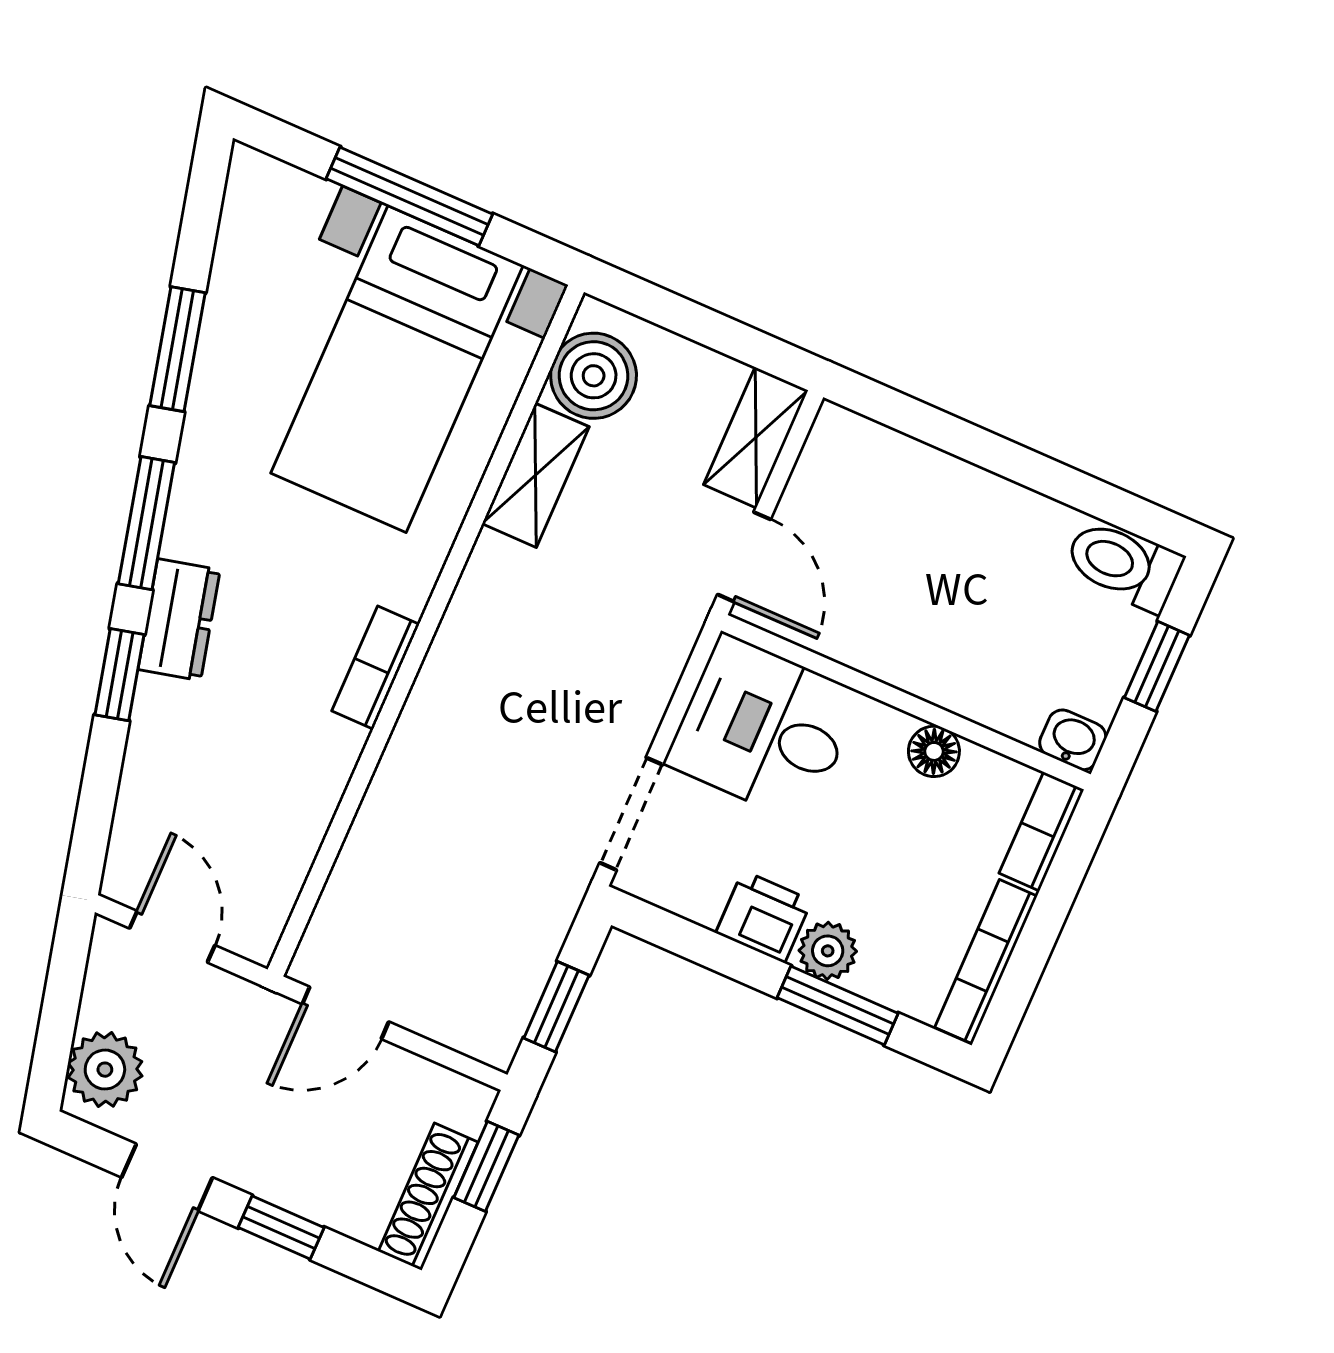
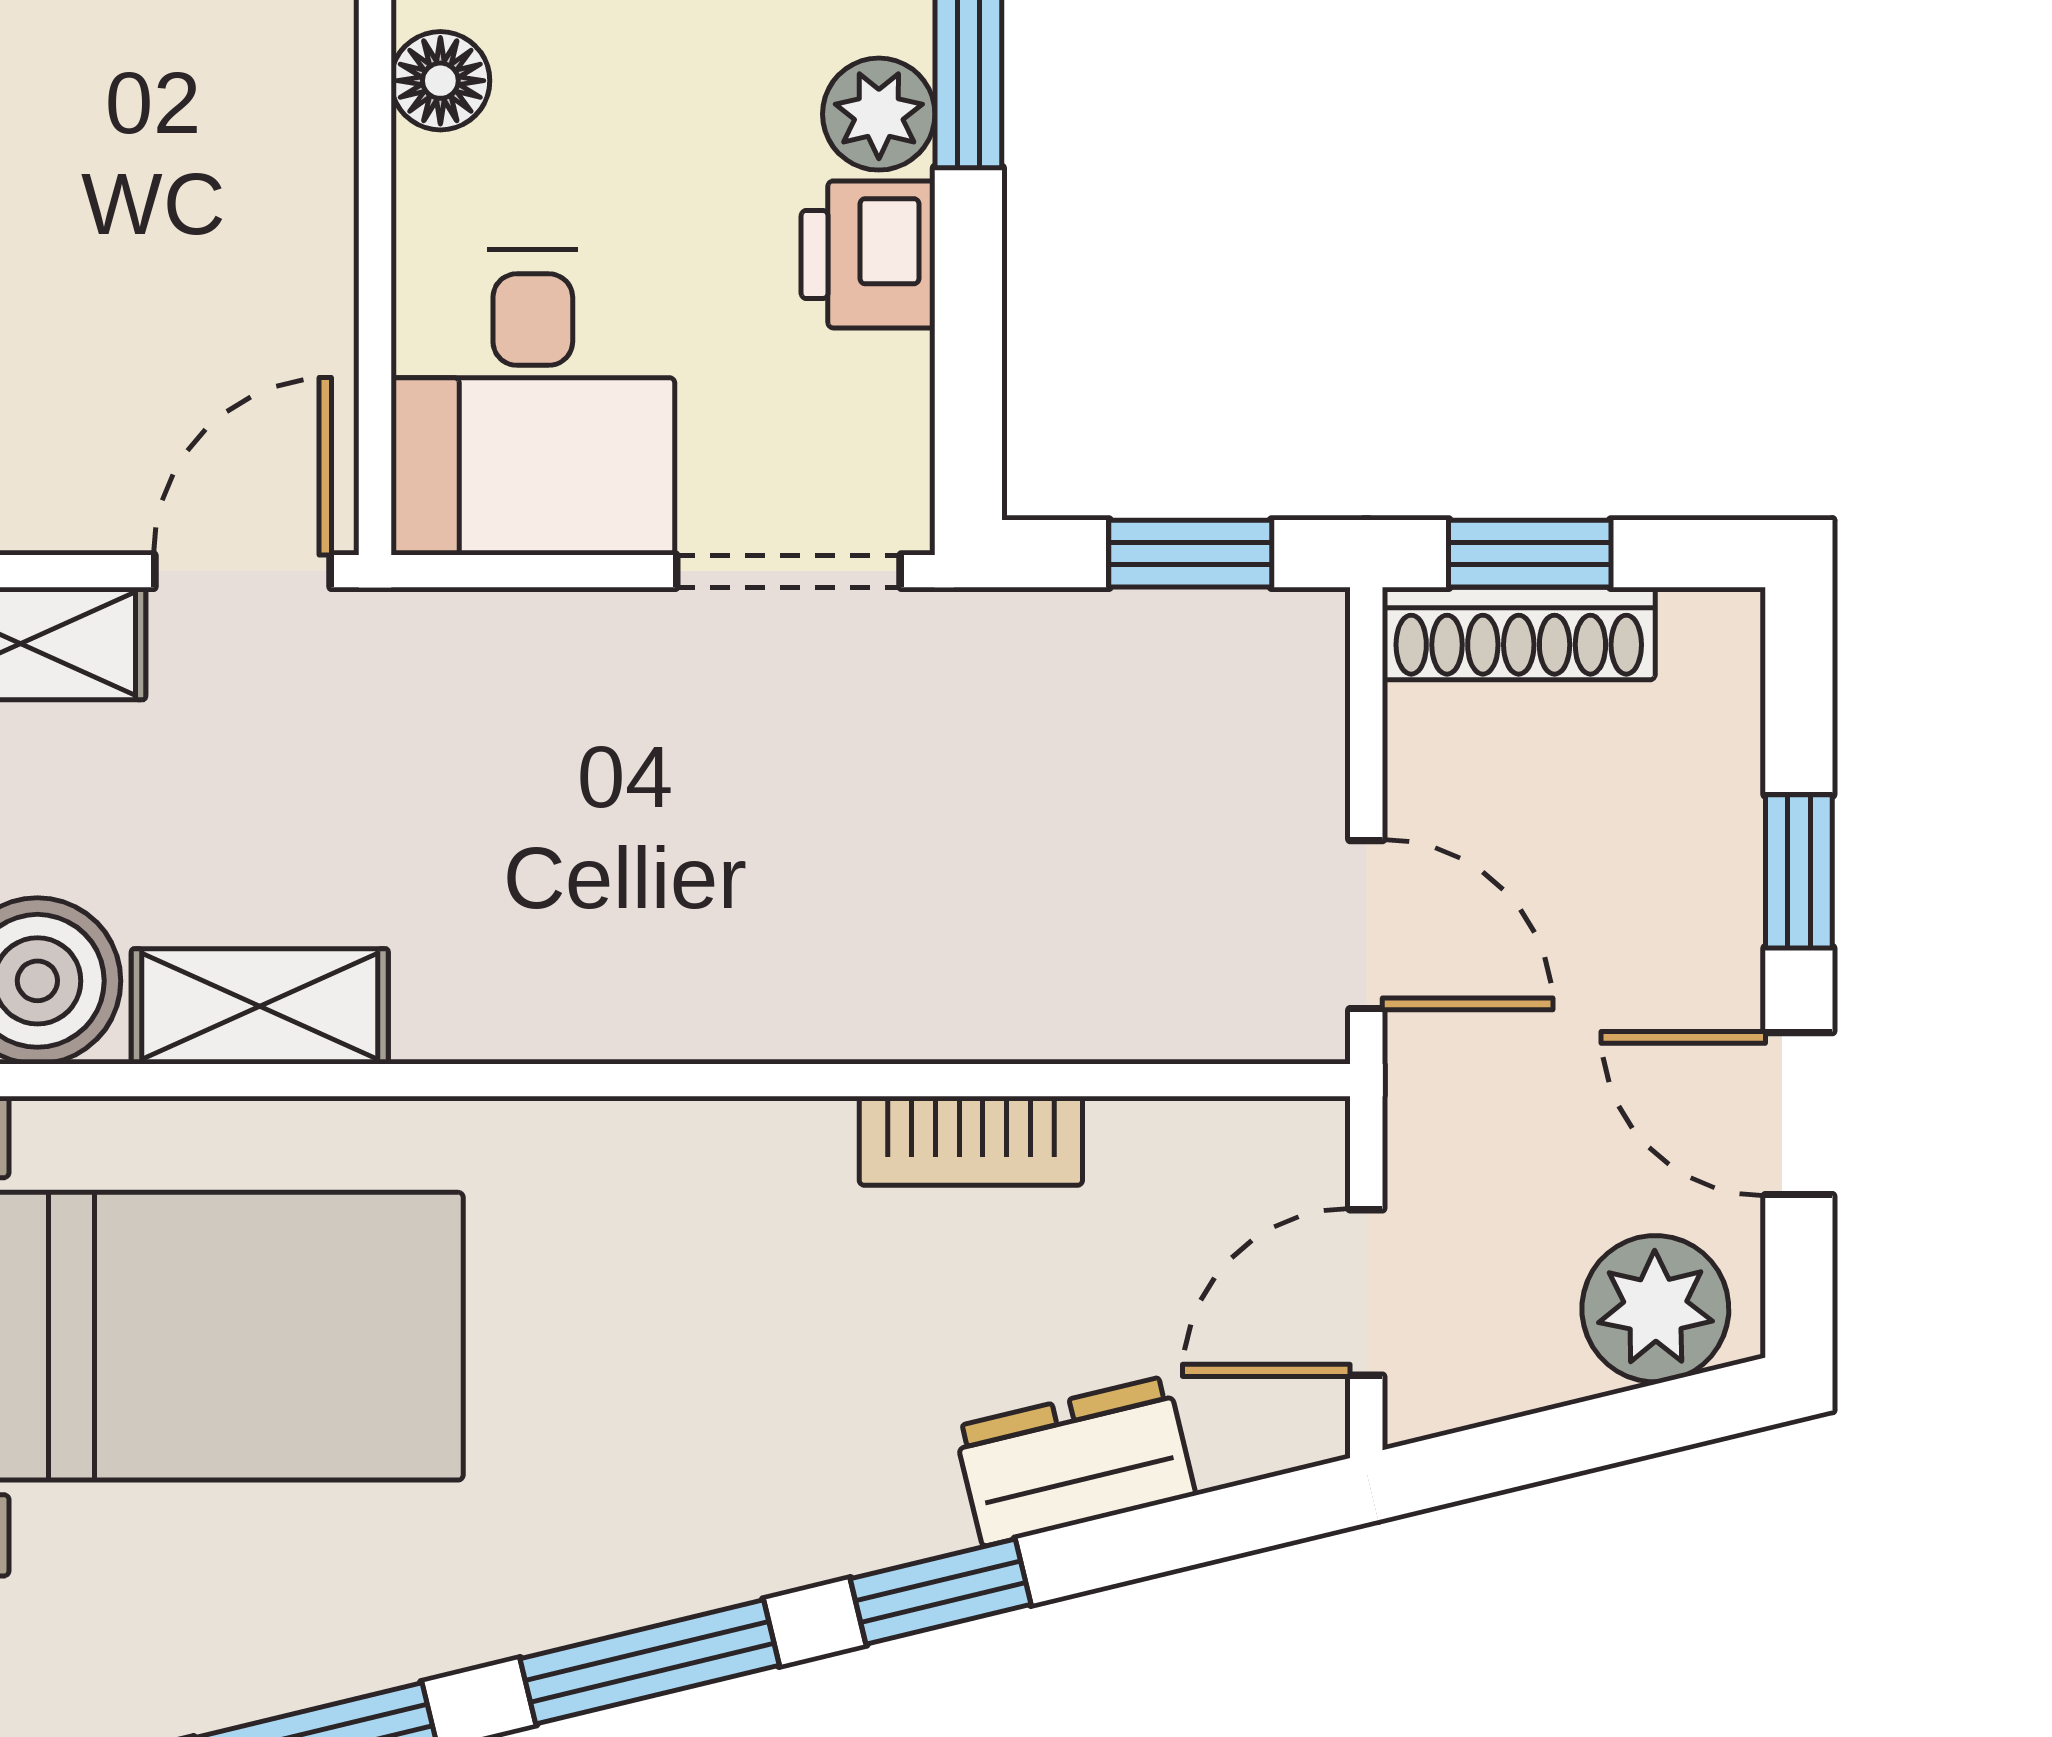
dresser: (179, 620) -> (1075, 1461), moved
bookcase: (376, 668) -> (971, 1141), moved
door: (167, 1177) -> (1799, 1114), swing flipped
shoe rack: (428, 1197) -> (1519, 634), moved

